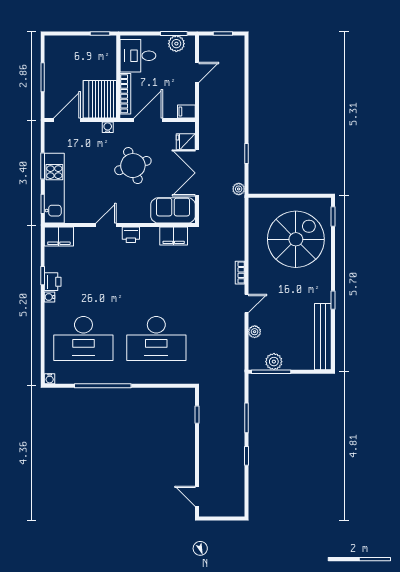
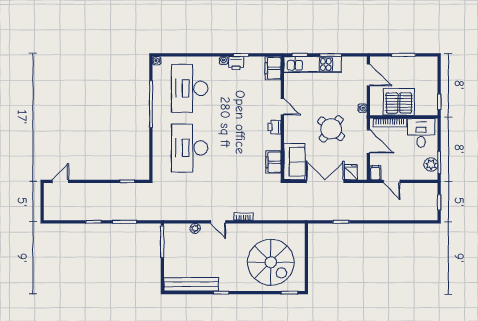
door: (197, 72) -> (392, 181), moved
server rack: (100, 99) -> (399, 102), moved
round table: (133, 166) -> (331, 129), turned -31
plant: (239, 189) -> (312, 215), removed
plant: (274, 362) -> (171, 244), removed

